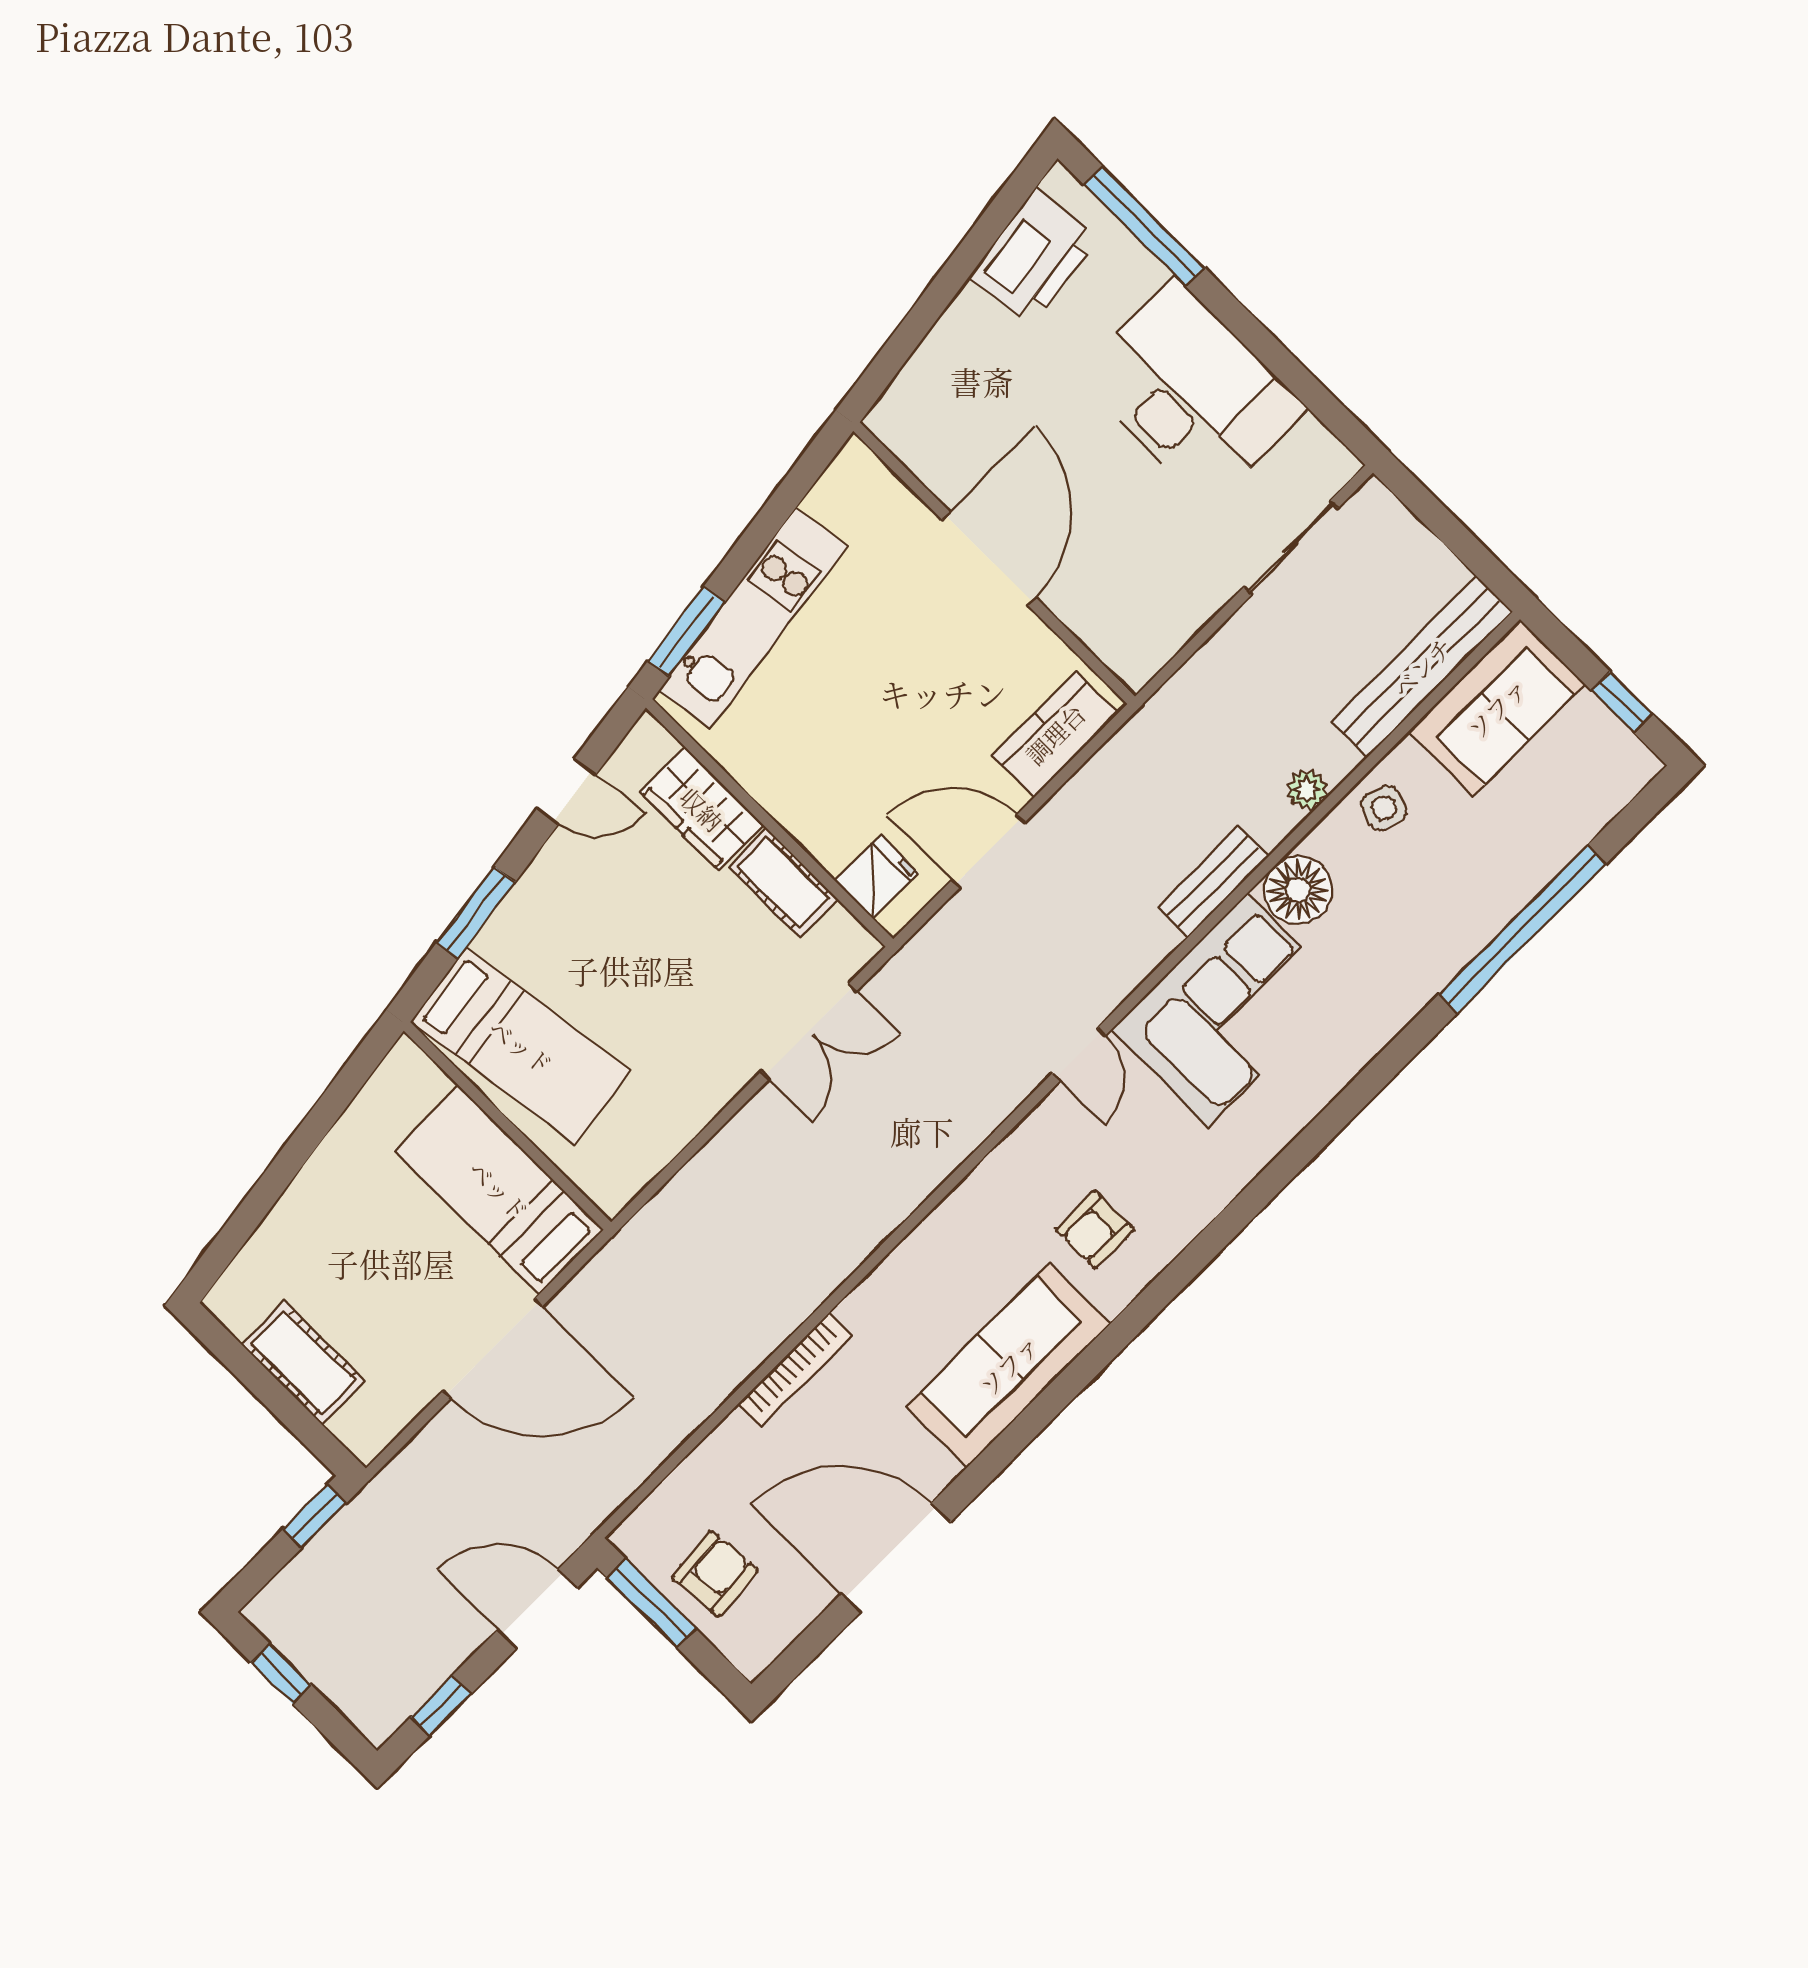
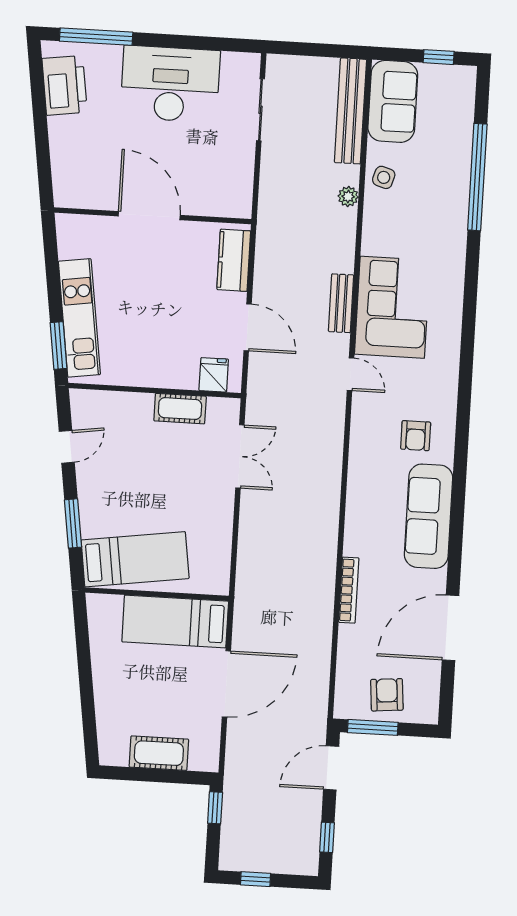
wardrobe: (702, 809) -> (124, 408), removed
door: (988, 851) -> (248, 327), swing flipped
bench: (1213, 882) -> (341, 303), moved
floor lamp: (1298, 890) -> (379, 238), removed

